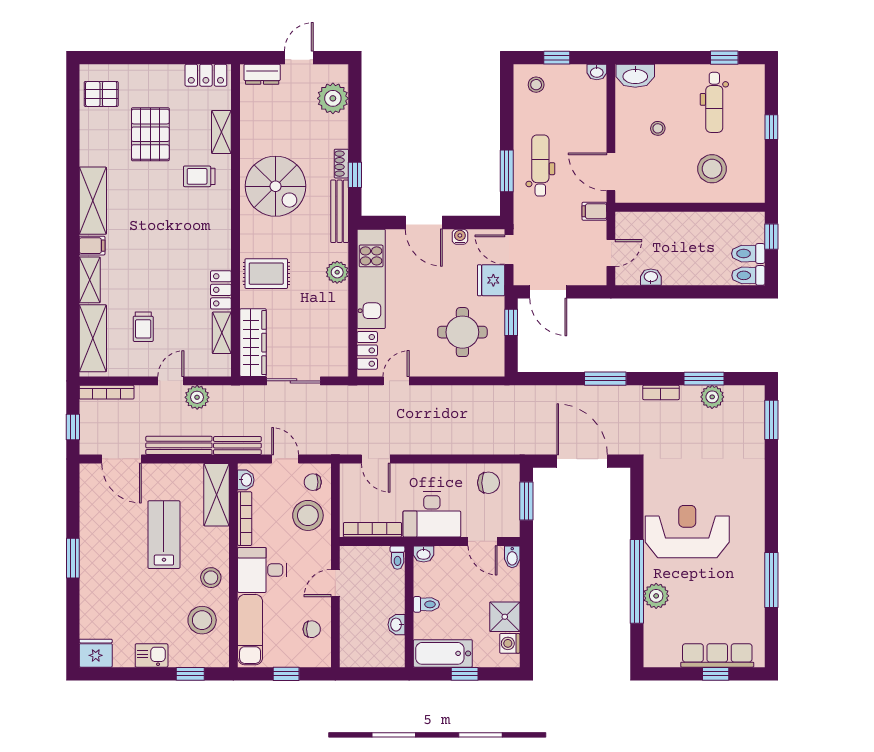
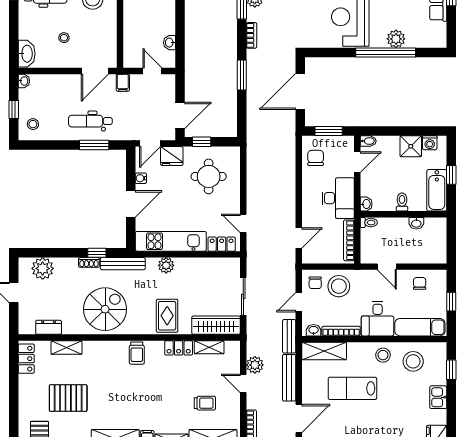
dresser: (262, 74) -> (49, 327), moved, turned -90
trolley: (199, 176) -> (137, 353), moved

